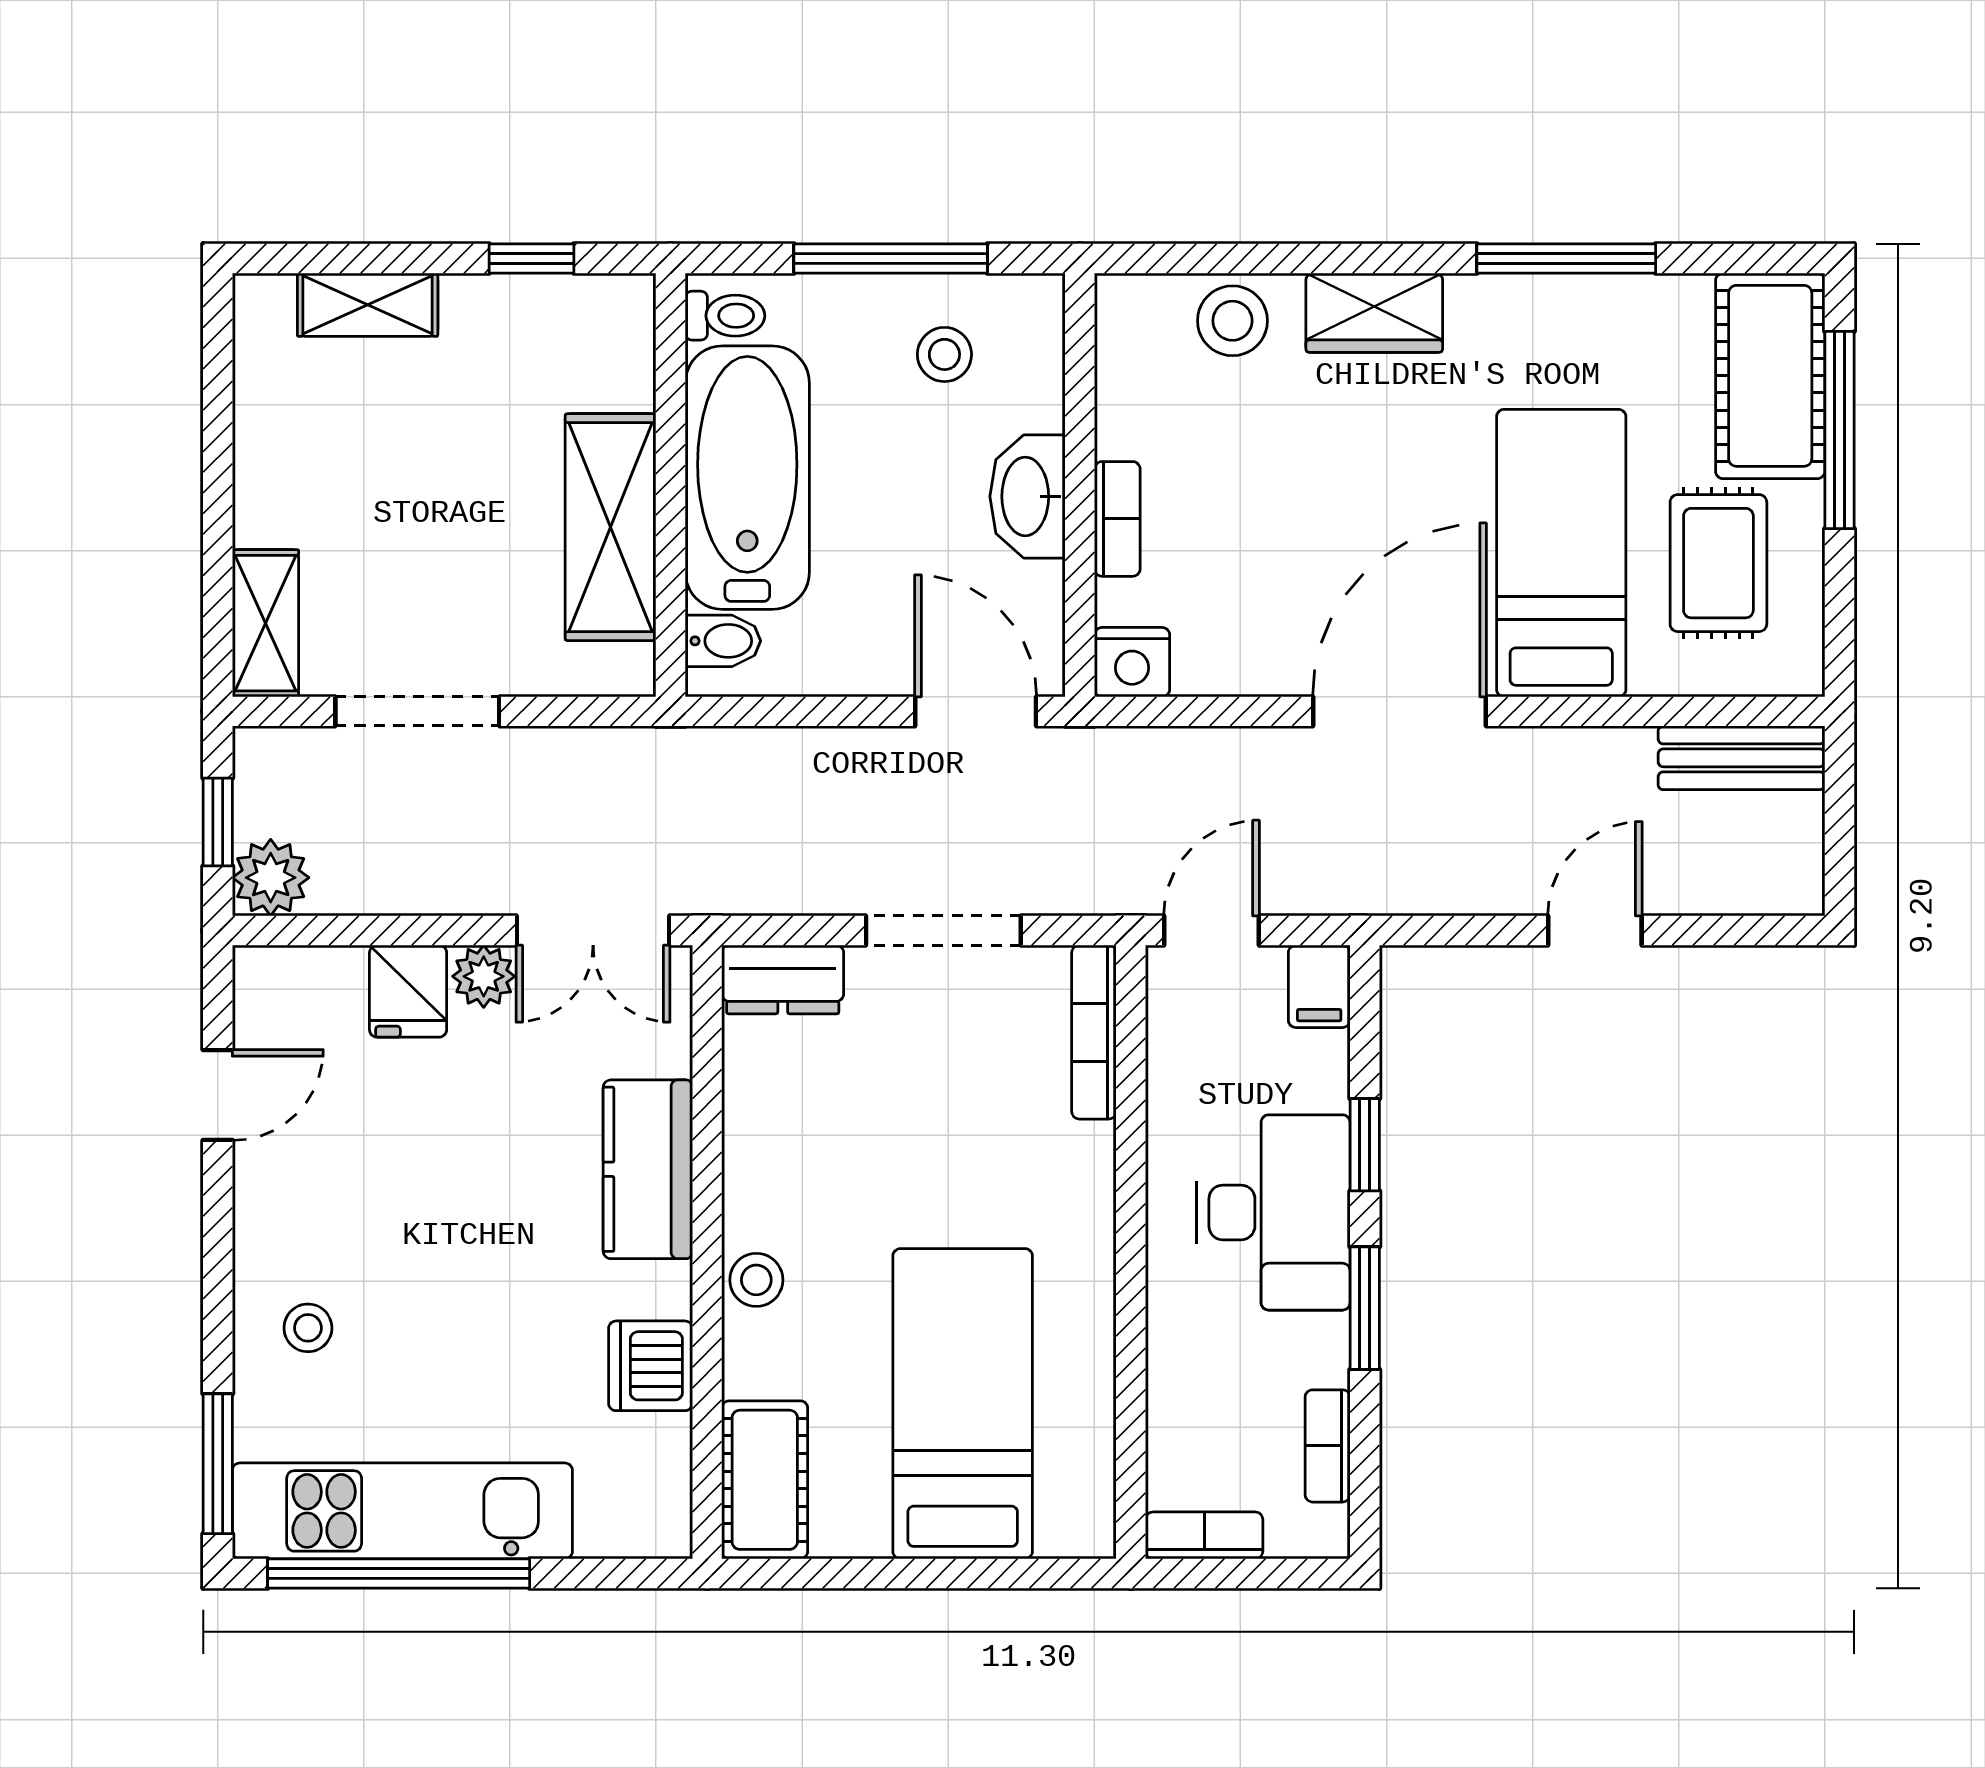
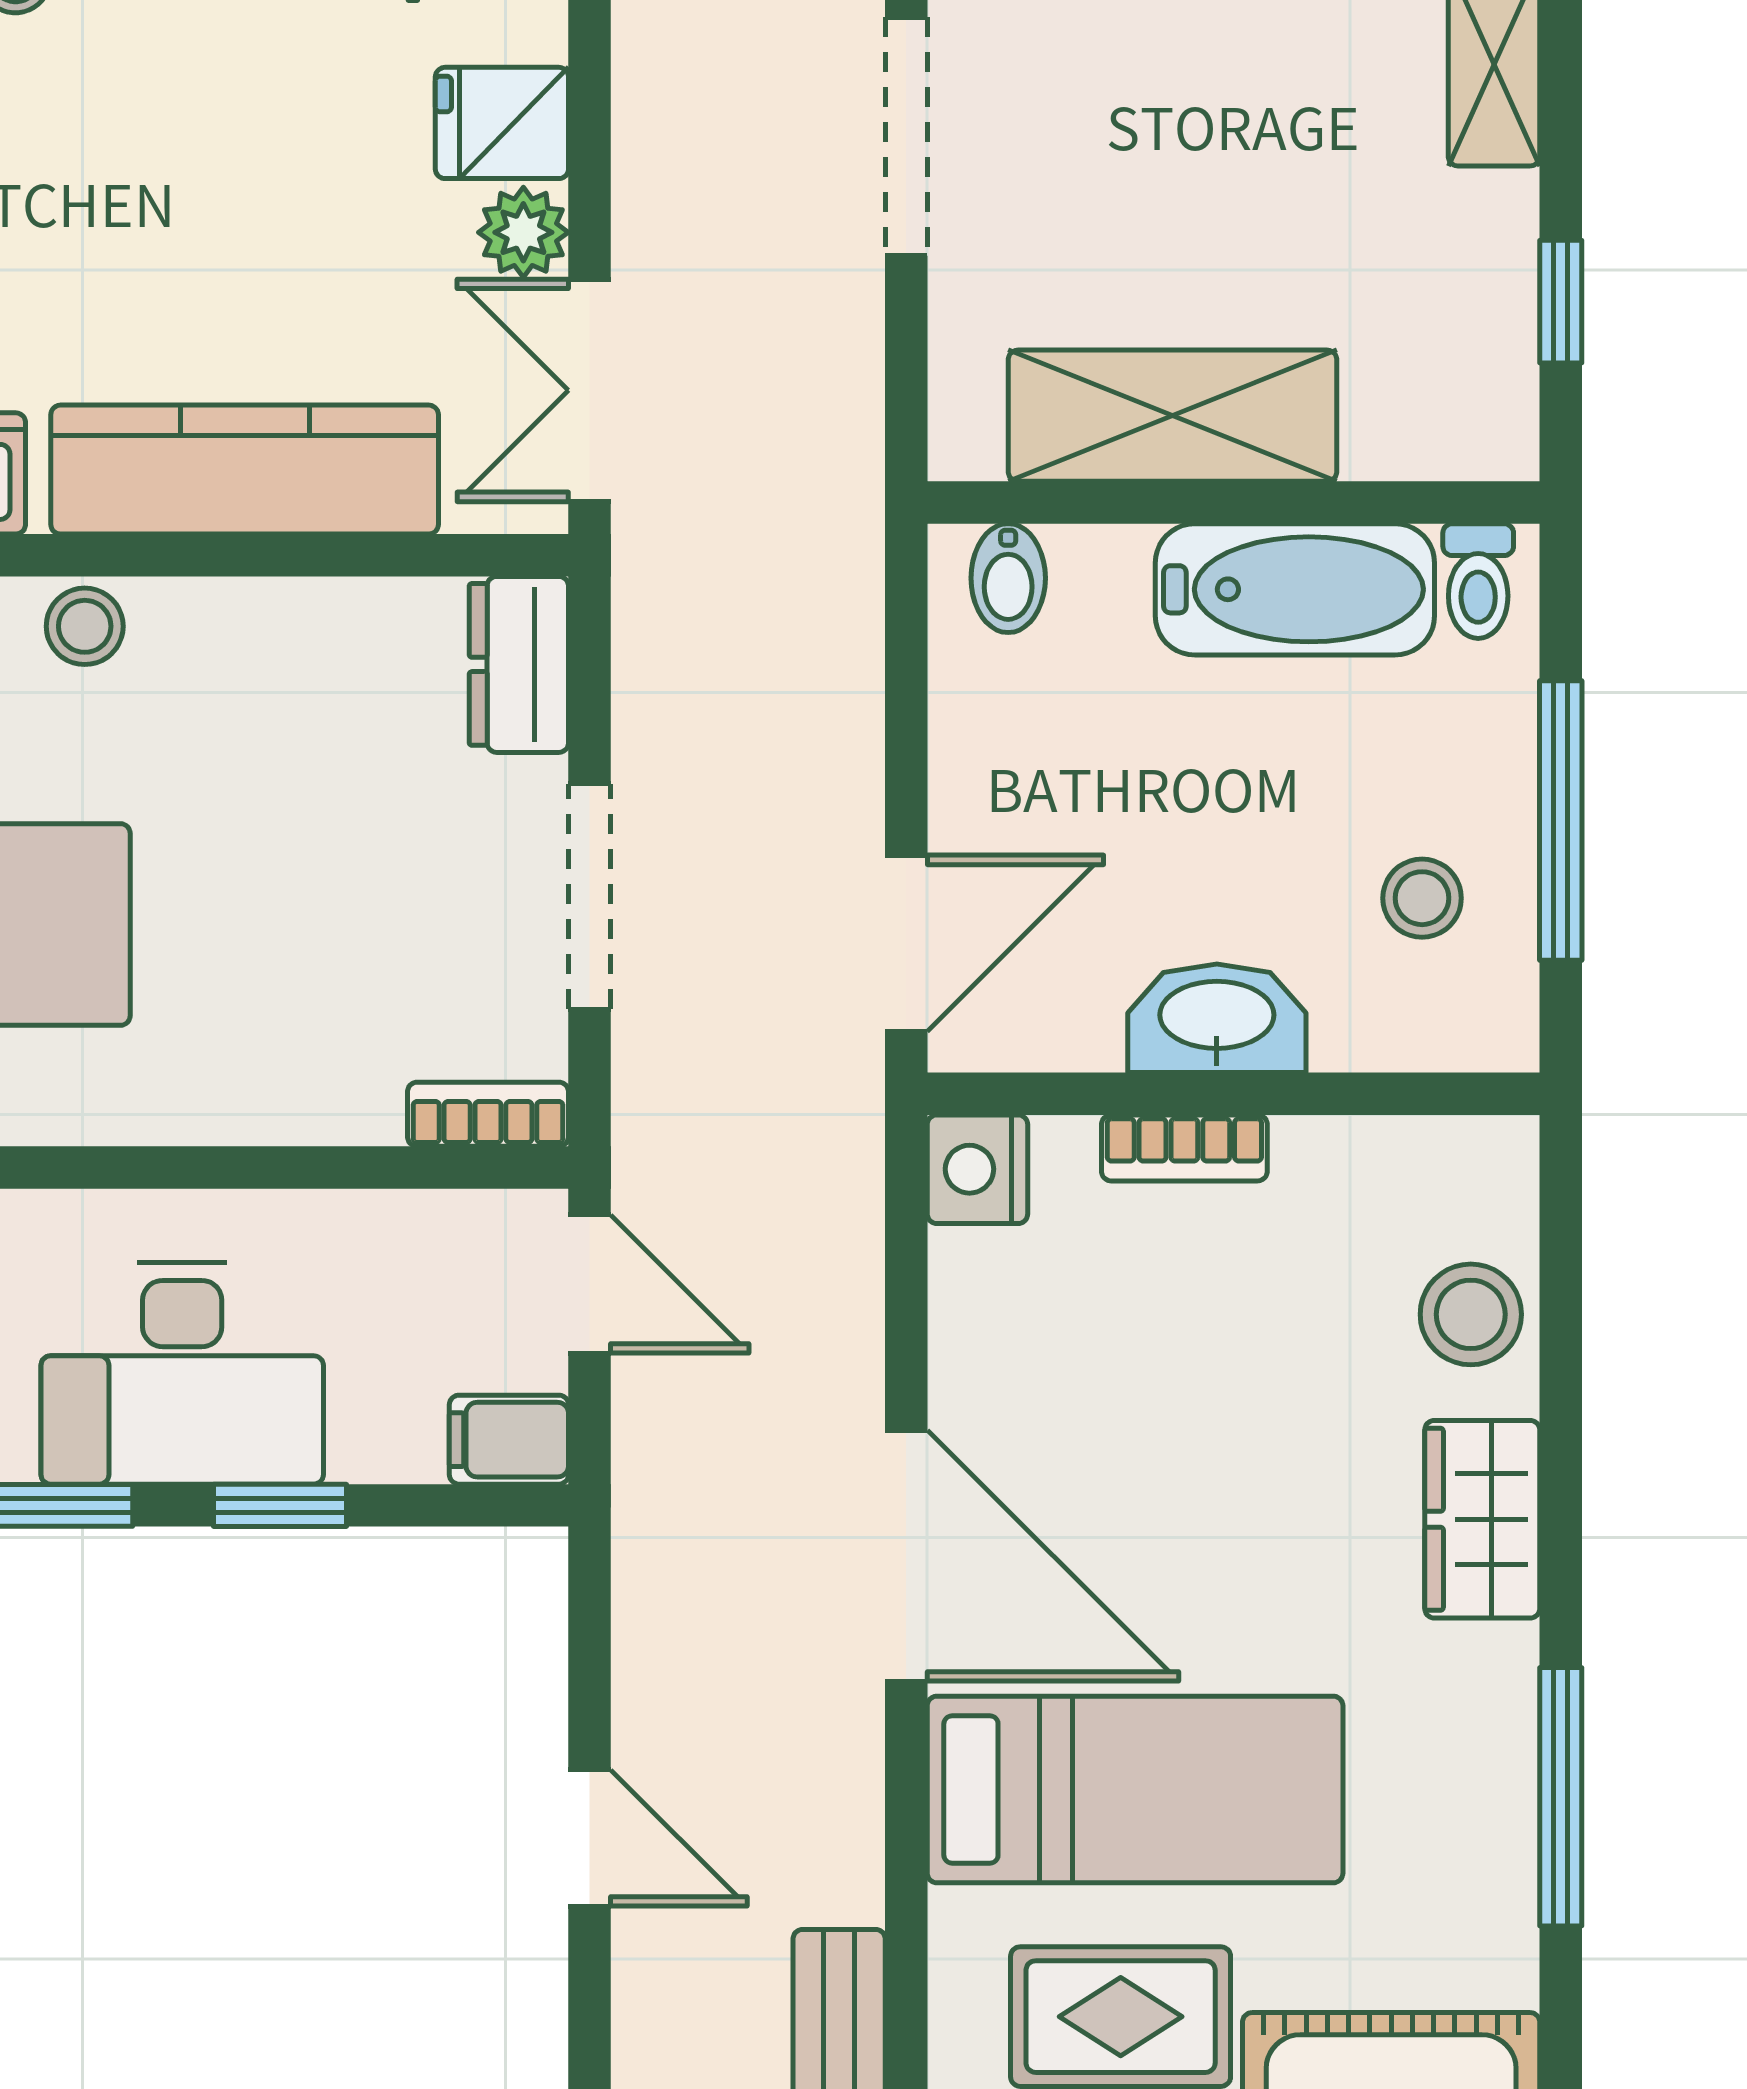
bathtub: (747, 478) -> (1295, 589), width x0.73, depth x0.73
bookcase: (1094, 1032) -> (488, 1114), width x0.64
kitchen counter: (648, 1169) -> (245, 470), width x1.50

